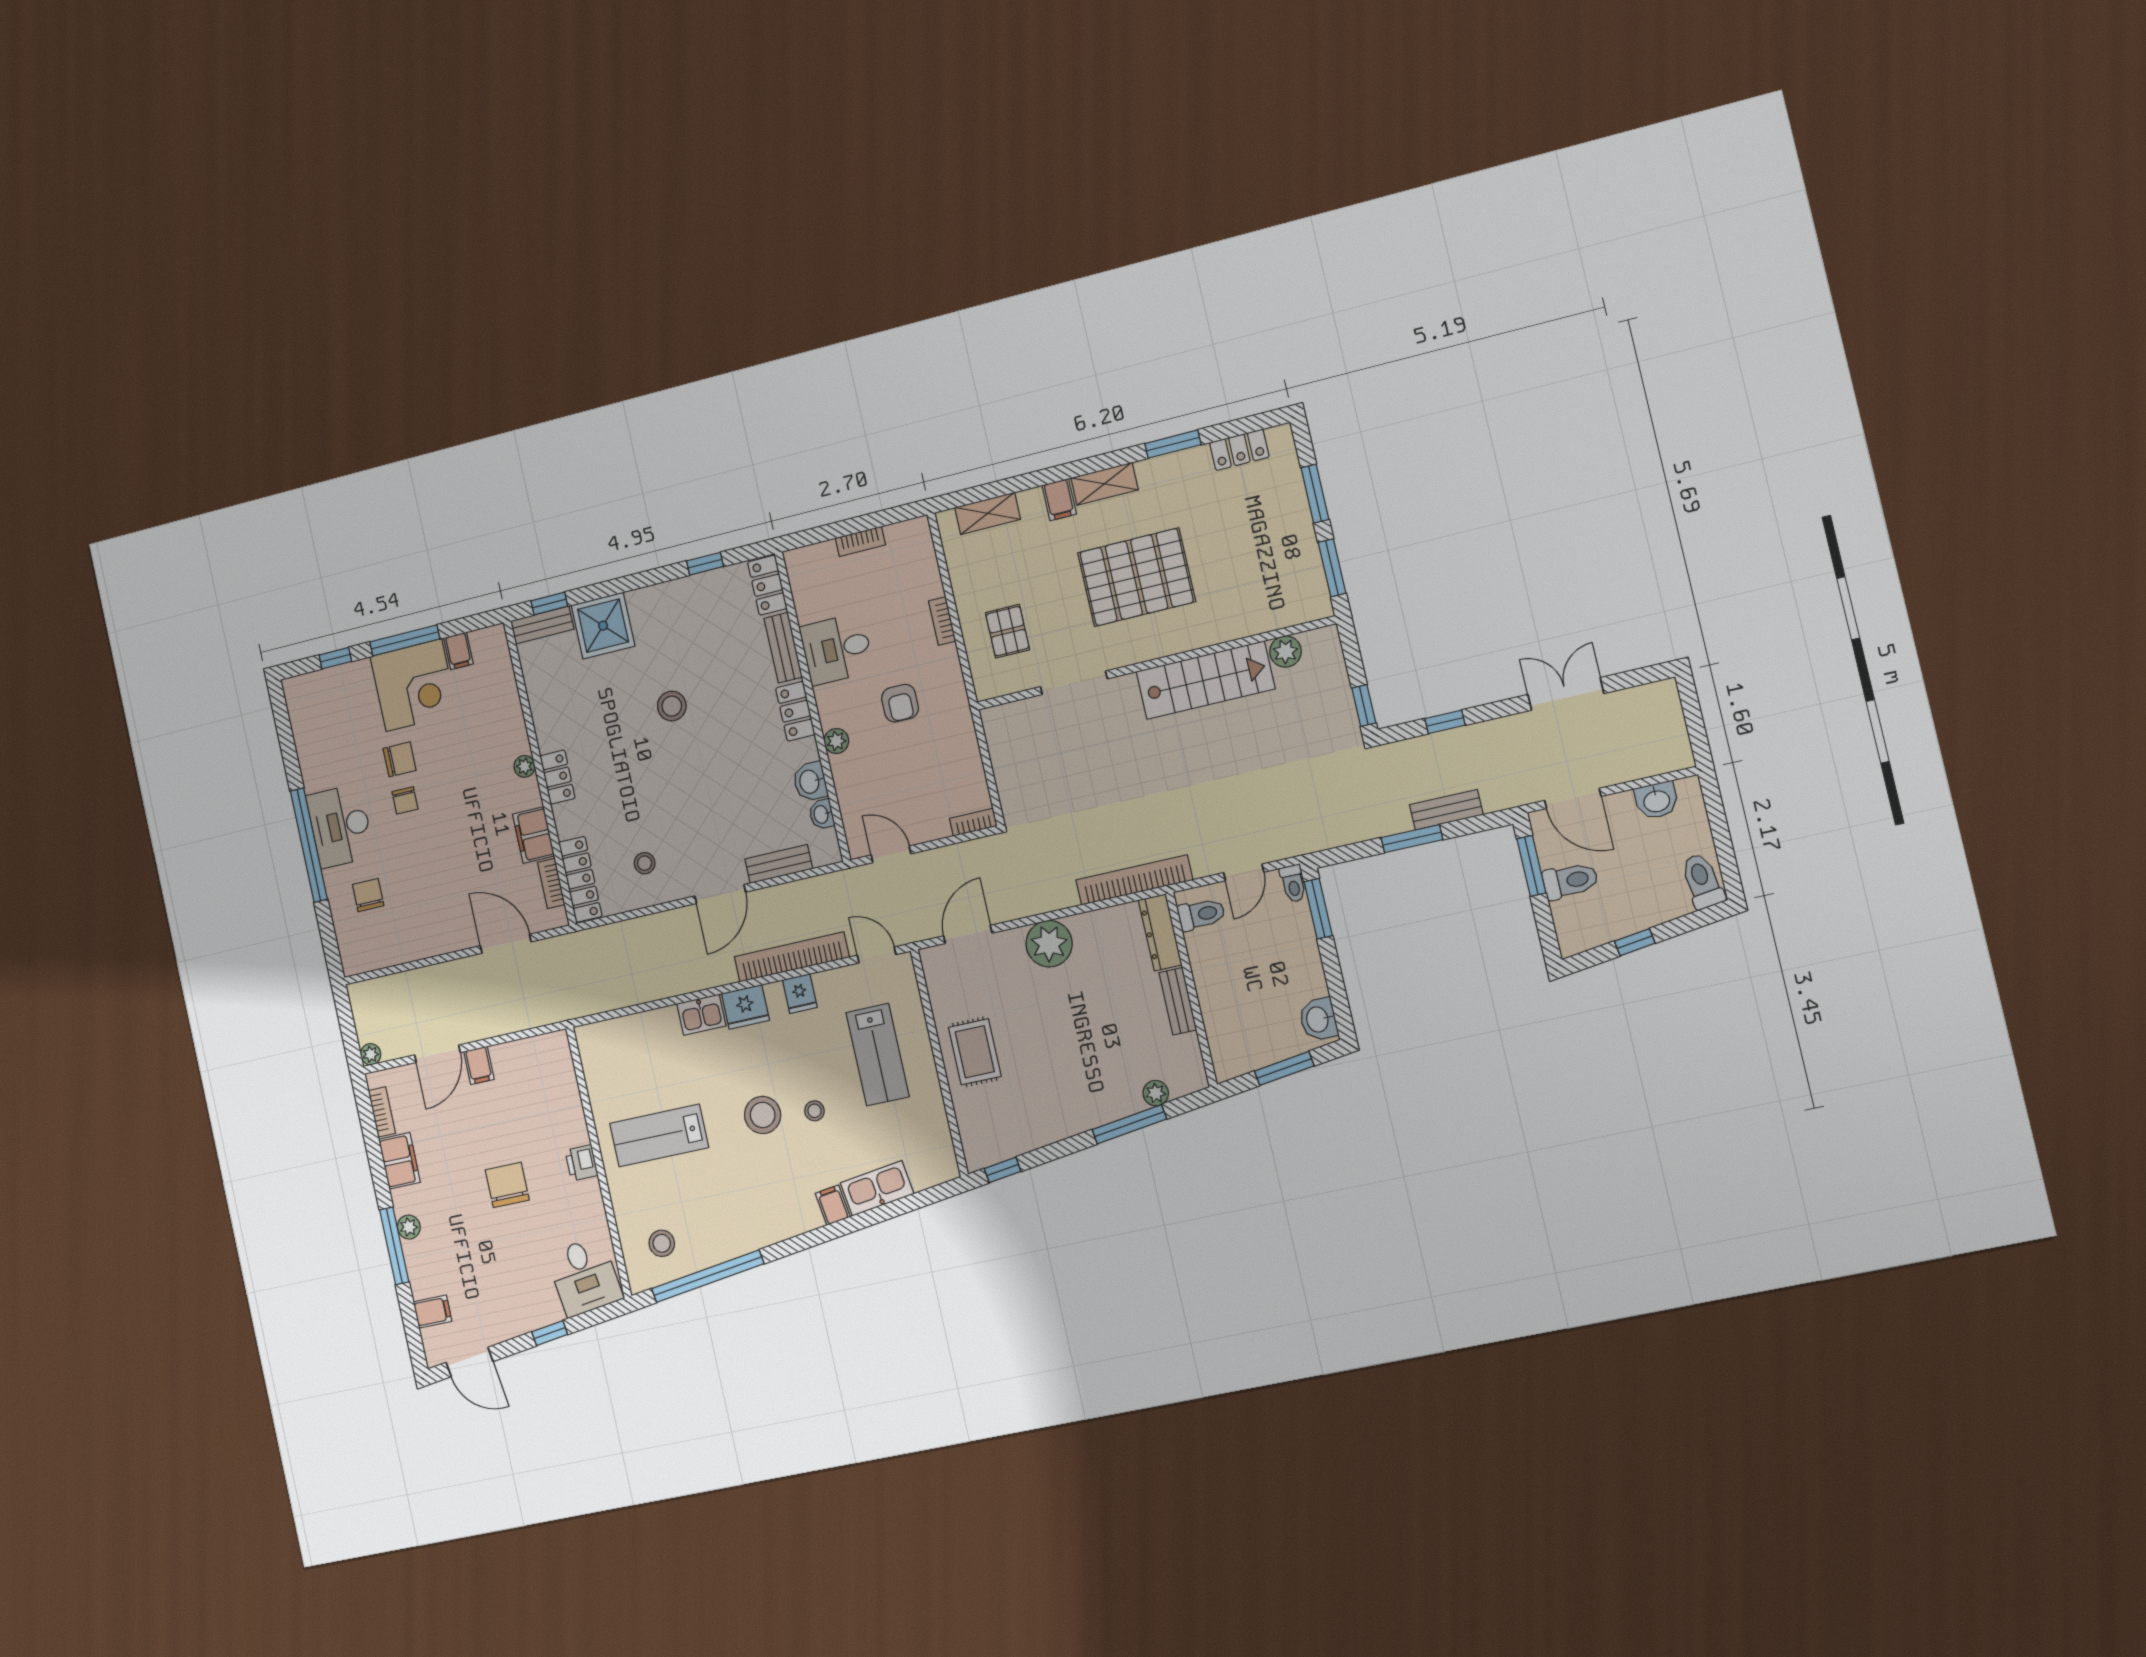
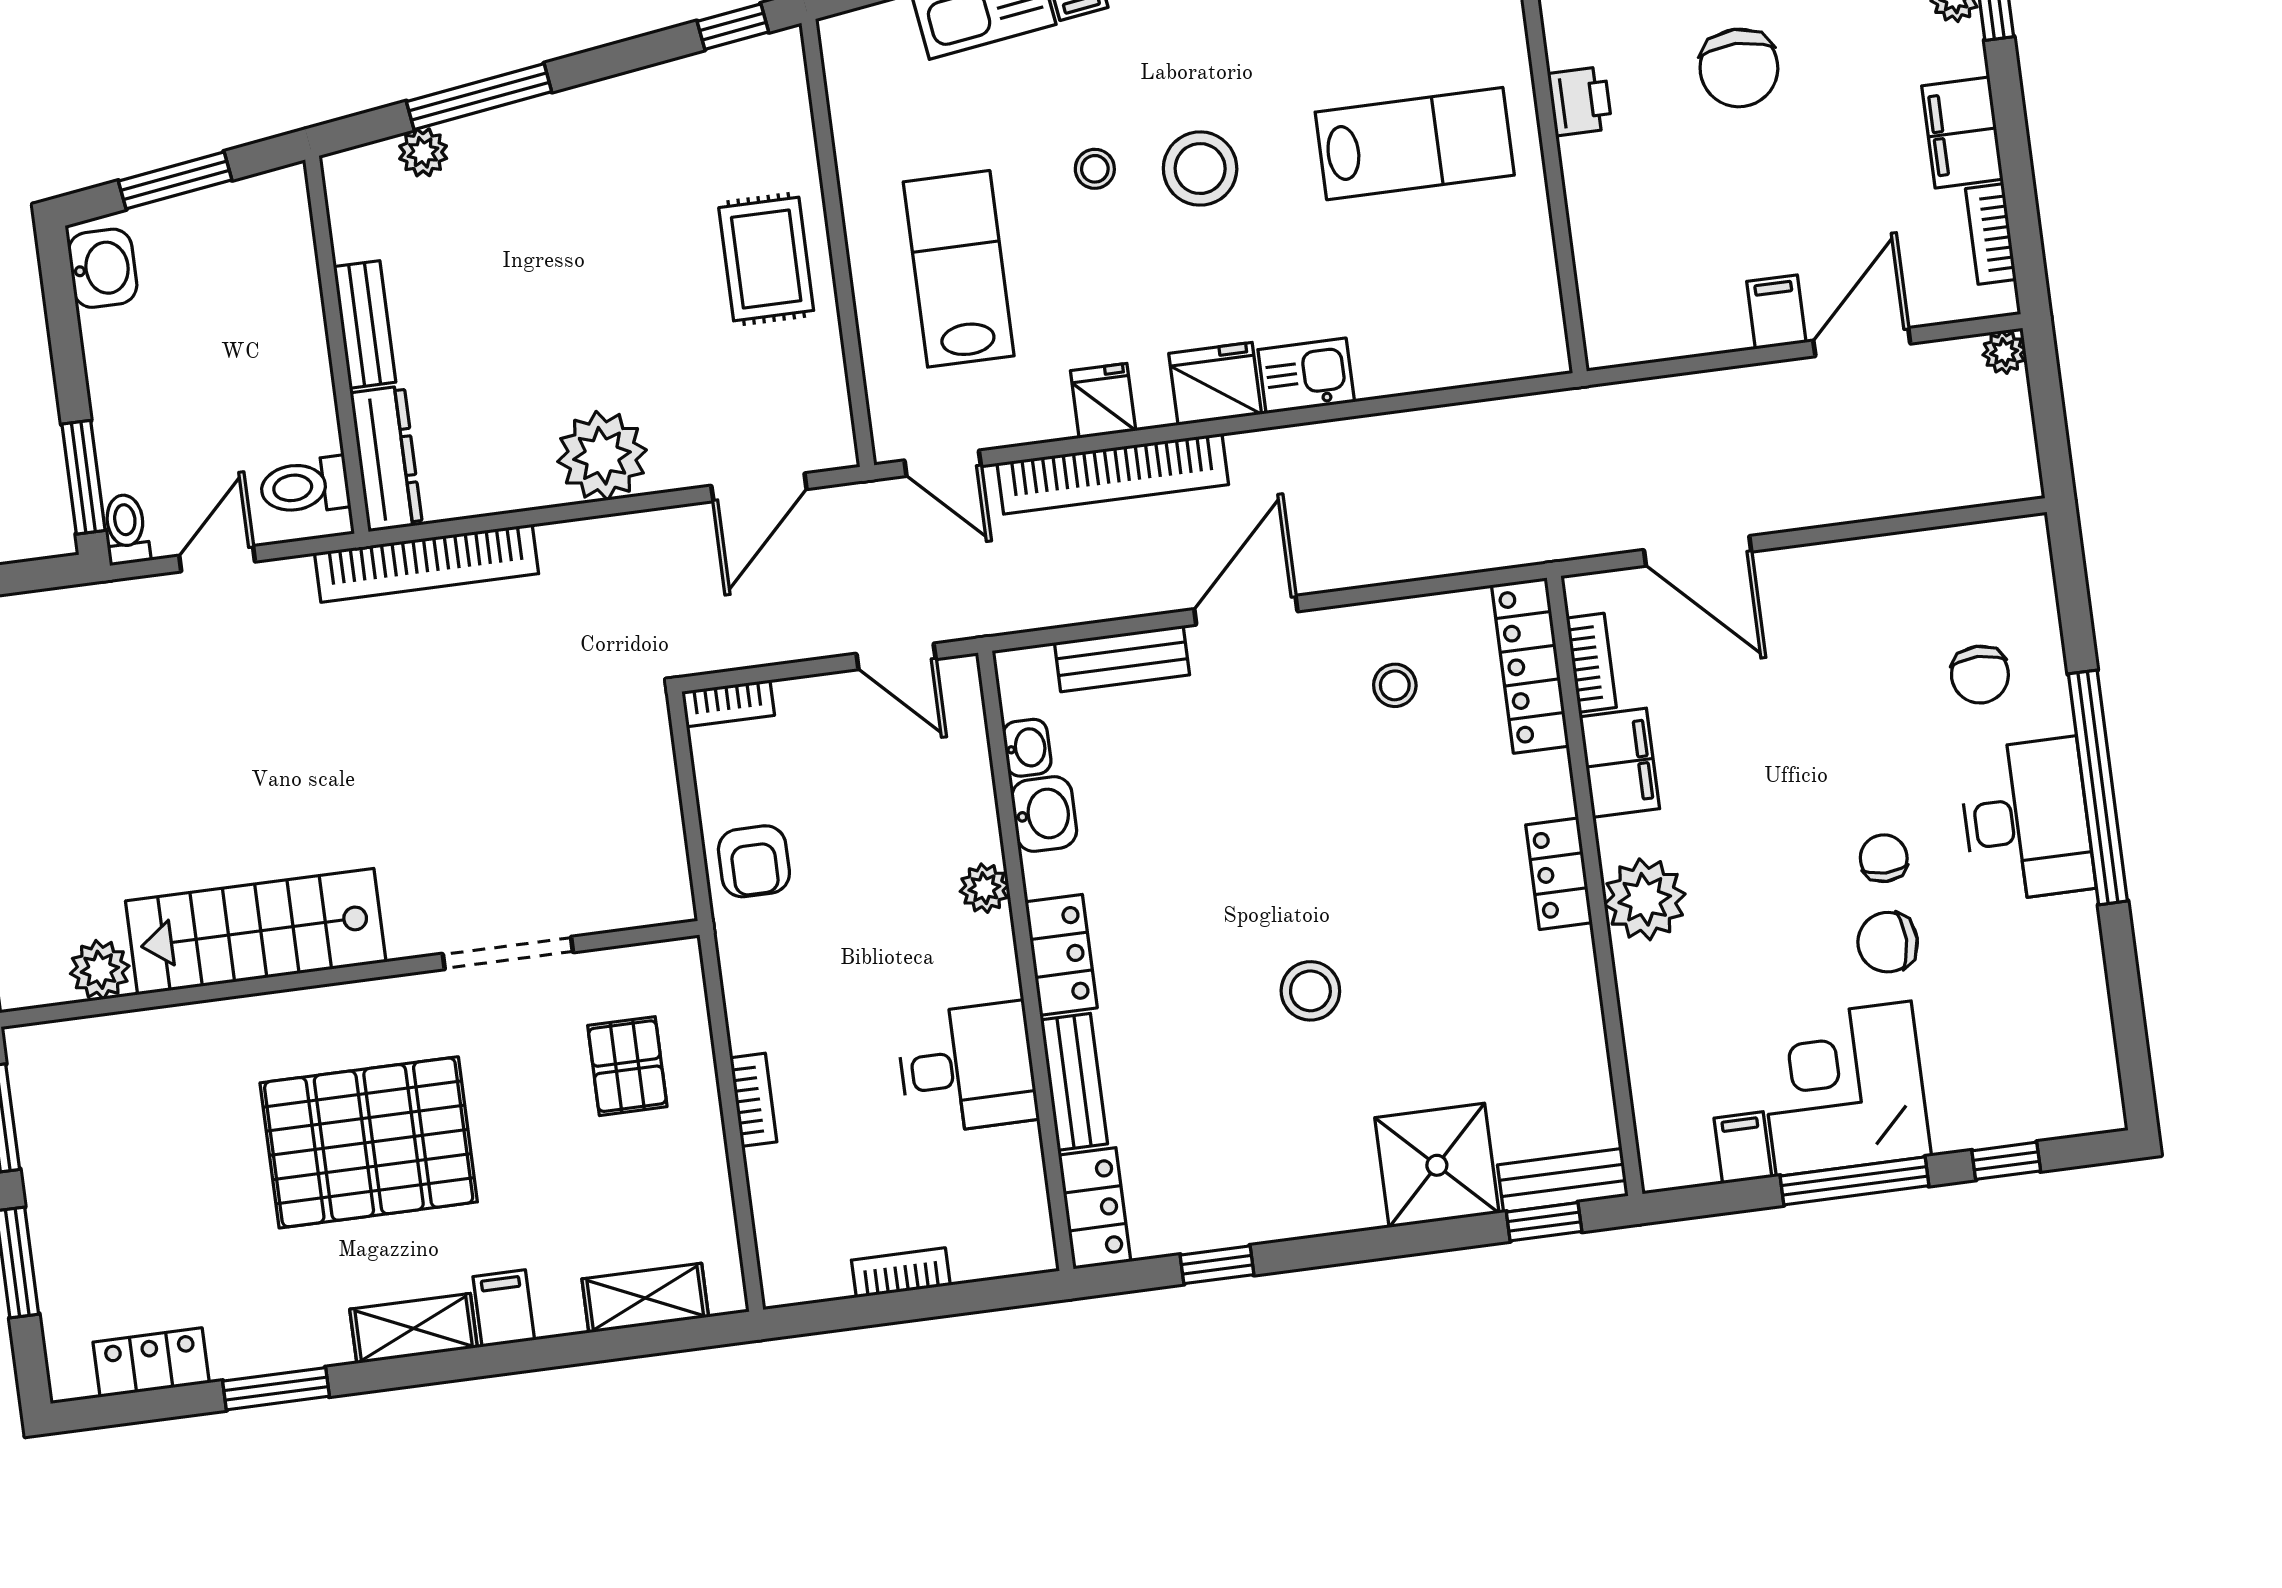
armchair: (900, 703) -> (754, 861), moved, turned 180
plant: (524, 766) -> (1645, 899), width x1.87, depth x1.87

